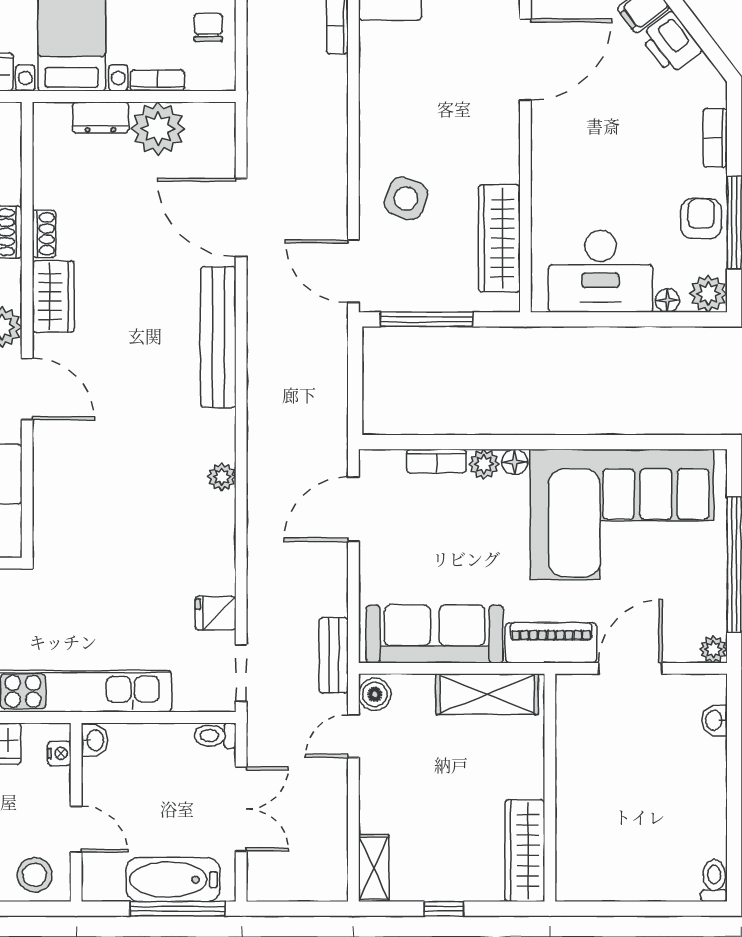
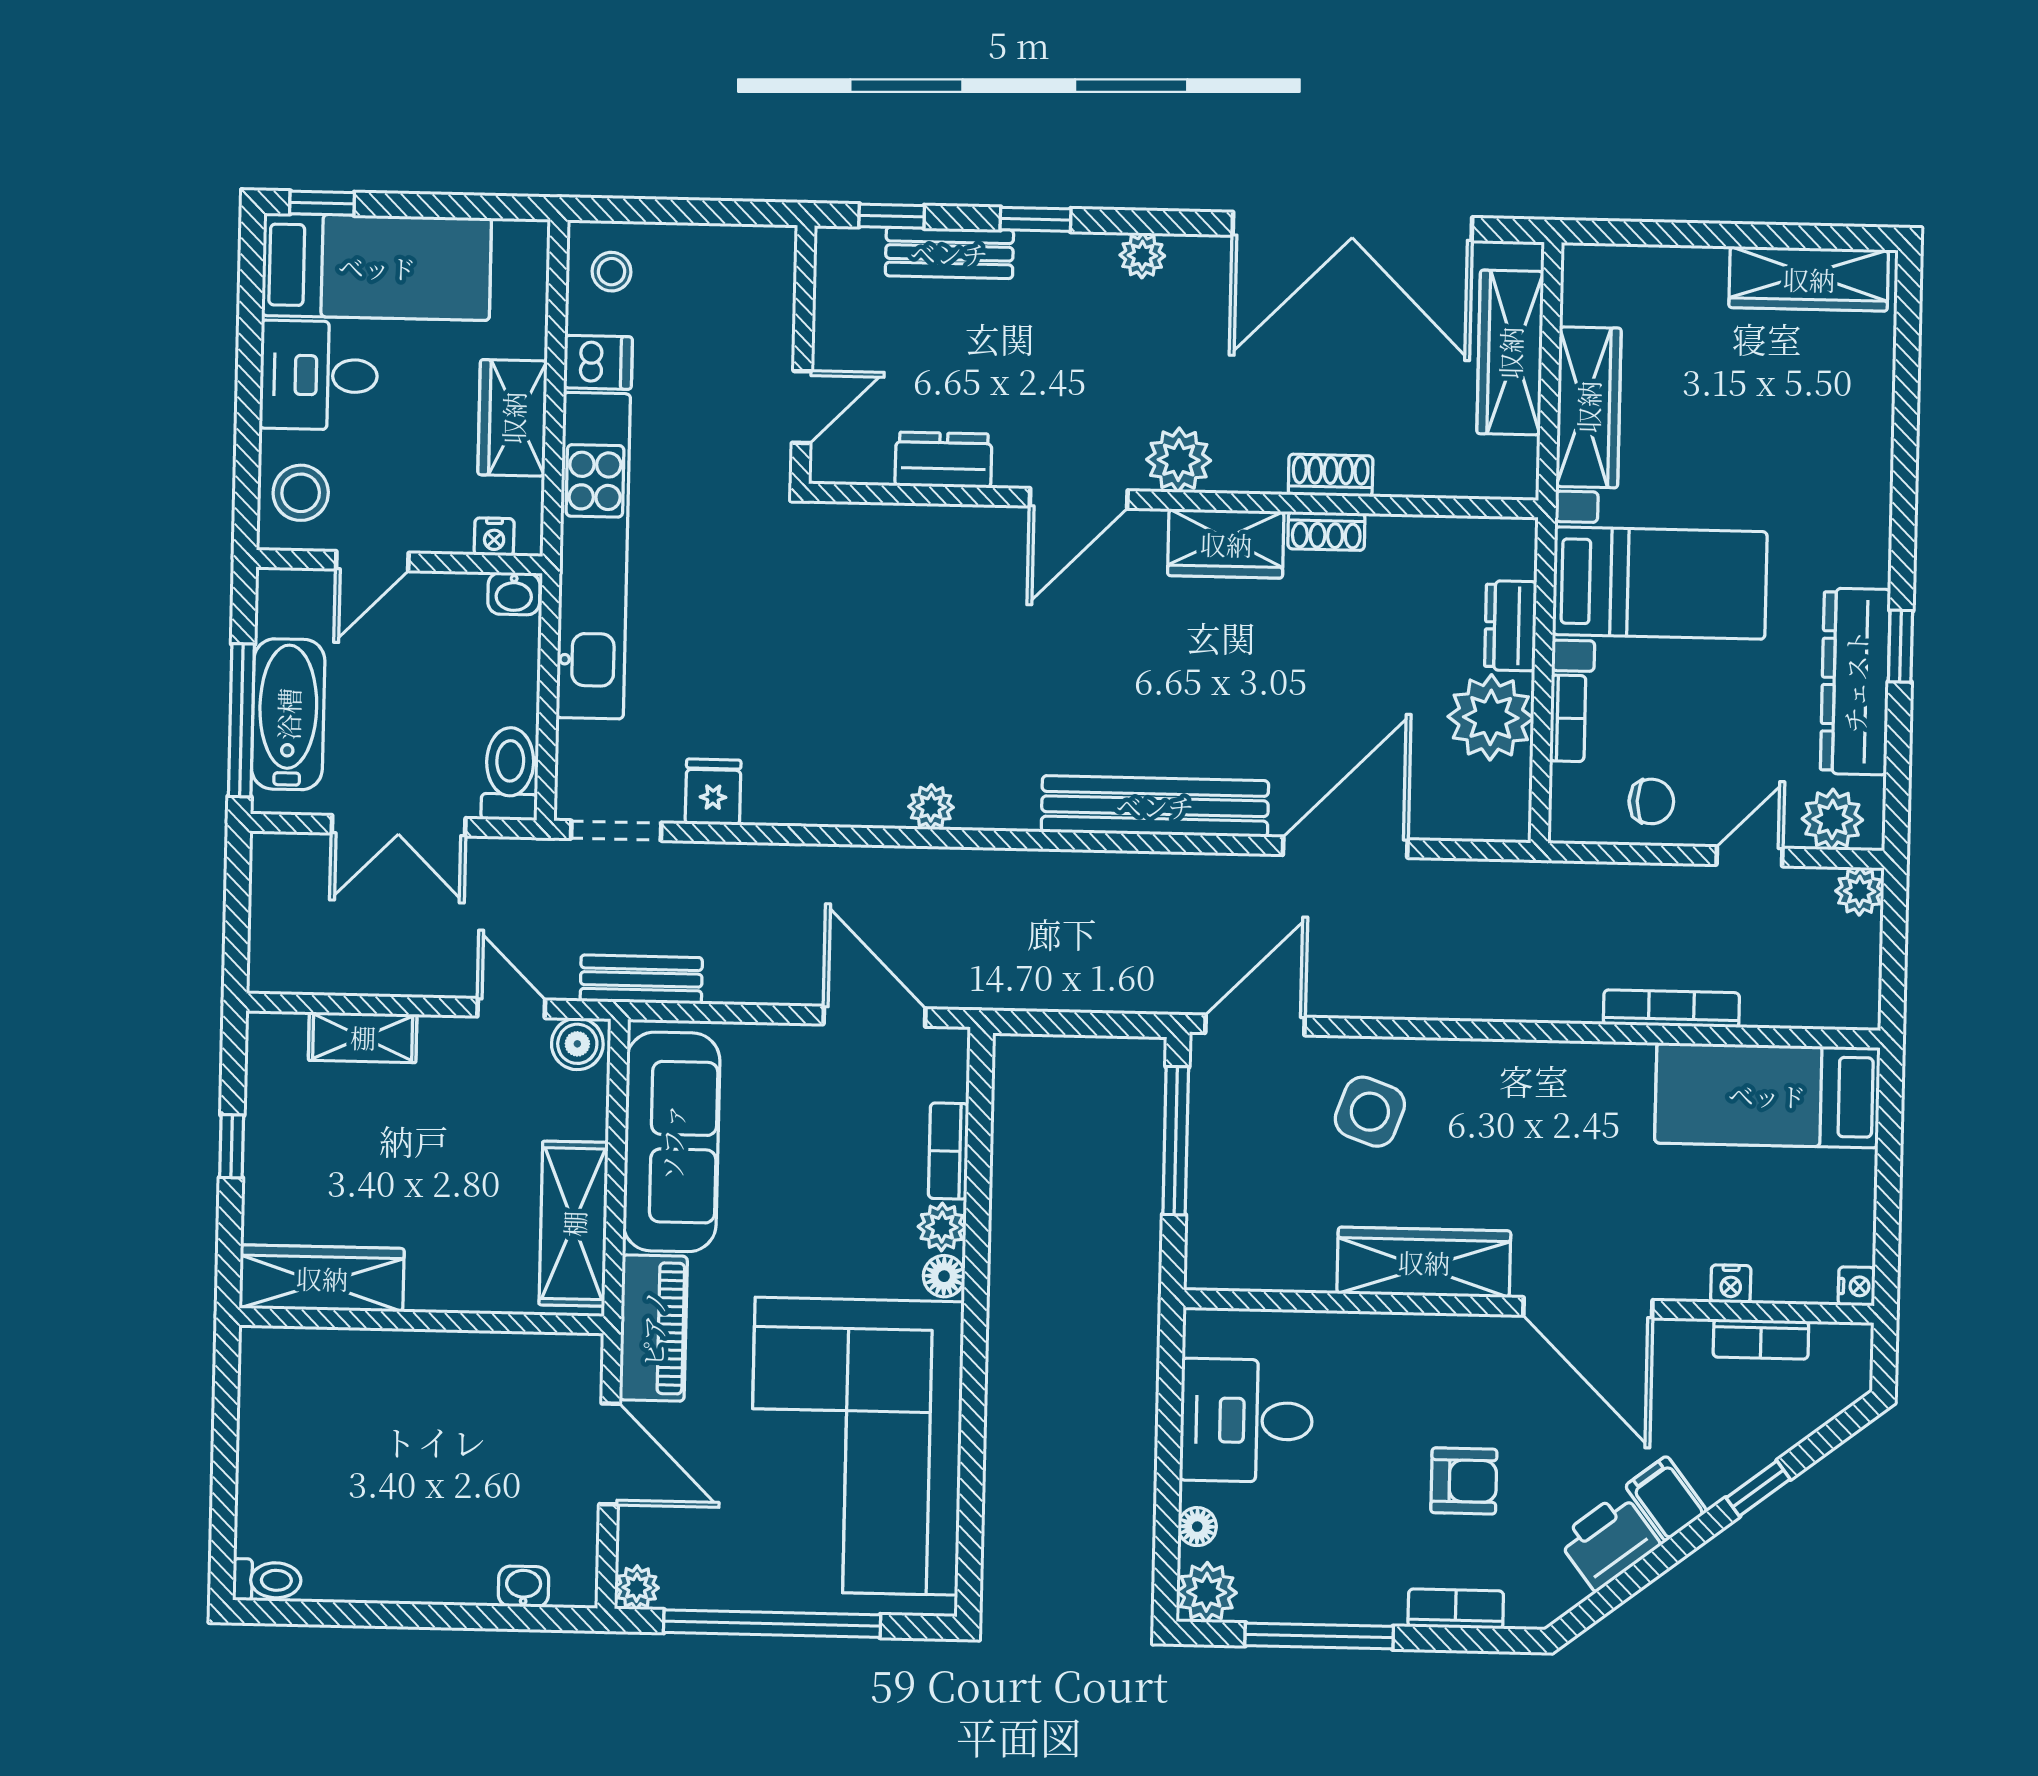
armchair: (701, 218) -> (1464, 1481), moved
wardrobe: (499, 238) -> (1424, 1262), moved
desk: (600, 271) -> (1246, 1421), width x0.73
toilet: (215, 736) -> (510, 774), width x1.37, depth x1.39
shelving: (374, 868) -> (363, 1037), moved

